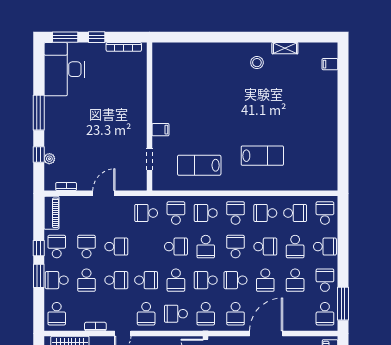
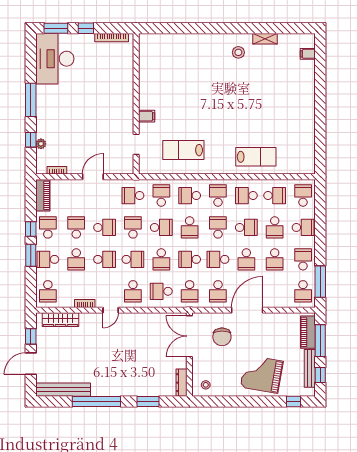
lab bench: (262, 156) -> (256, 157), moved
school desk: (146, 247) -> (133, 227), added

